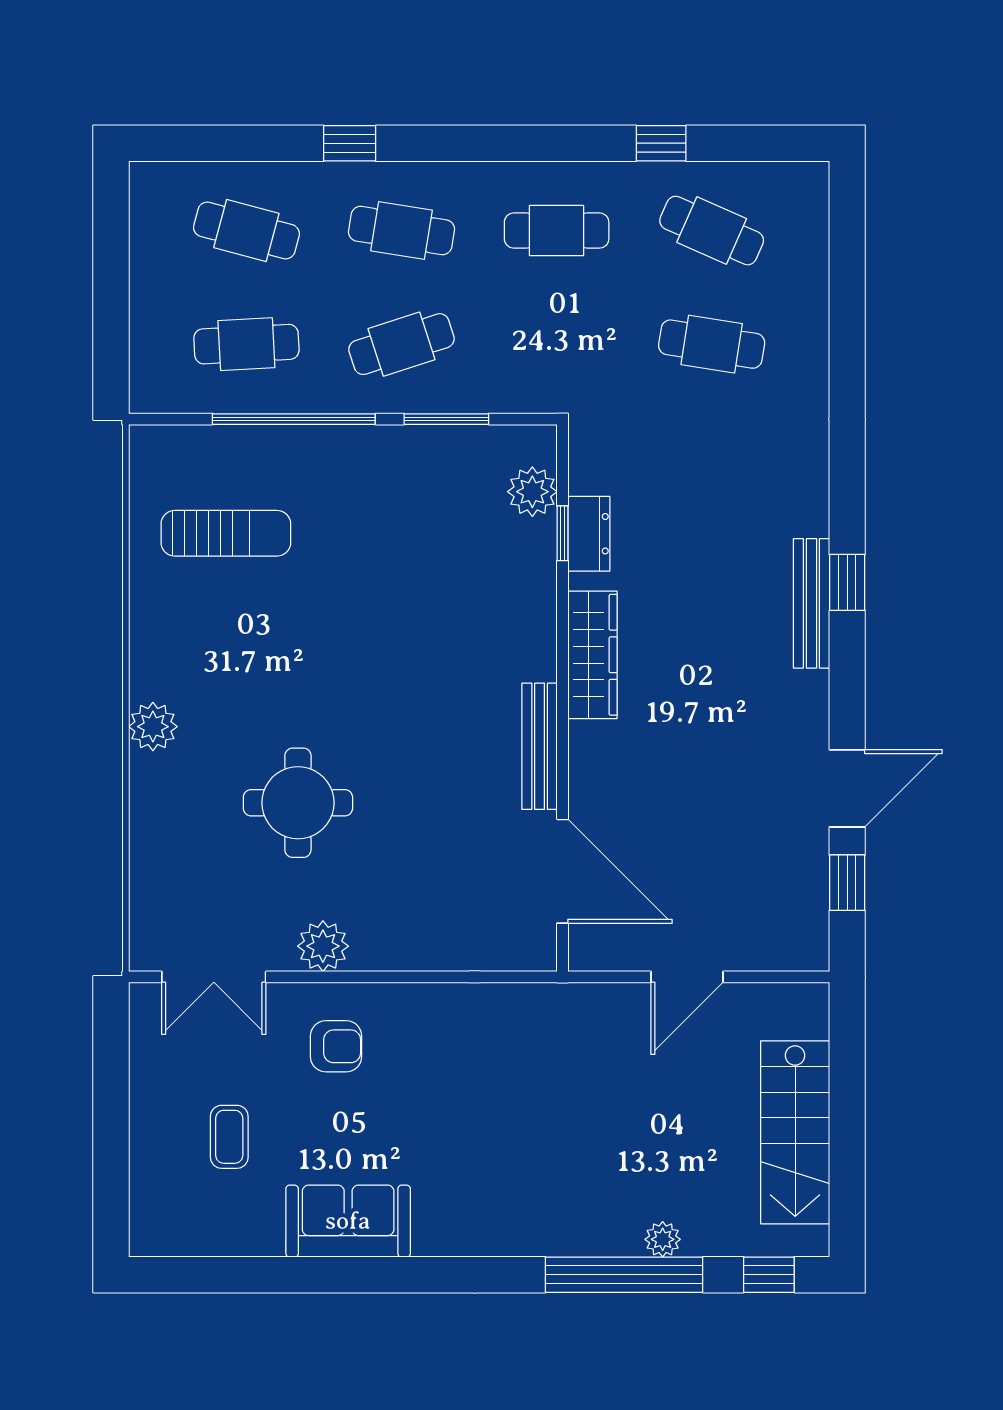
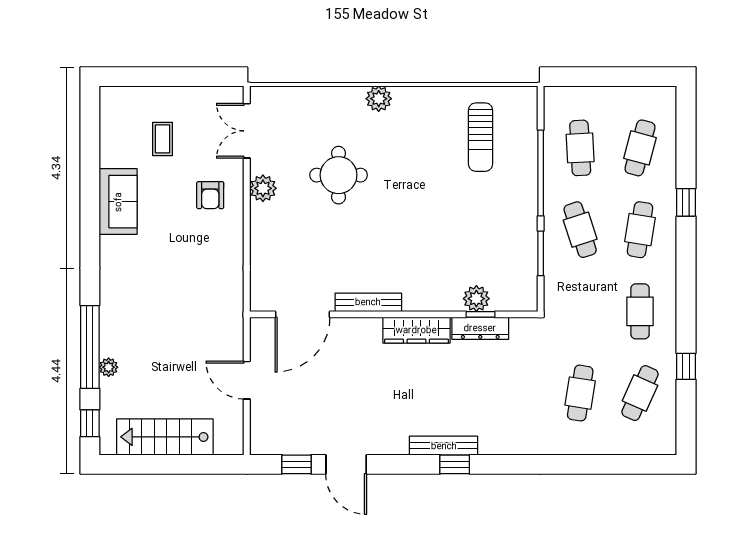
plant: (532, 492) -> (476, 299), moved
dresser: (589, 534) -> (480, 328), width x1.44
coffee table: (229, 1137) -> (163, 139), turned 90

